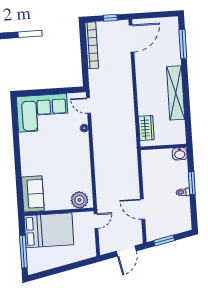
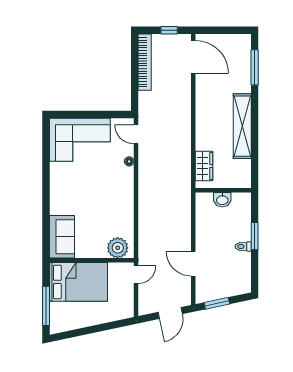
door: (132, 38) -> (193, 57), hinge flipped
washbasin: (180, 154) -> (222, 200), moved

